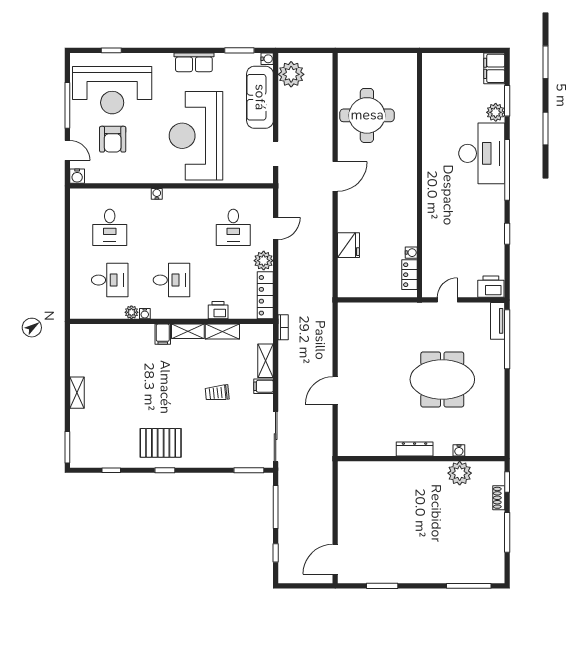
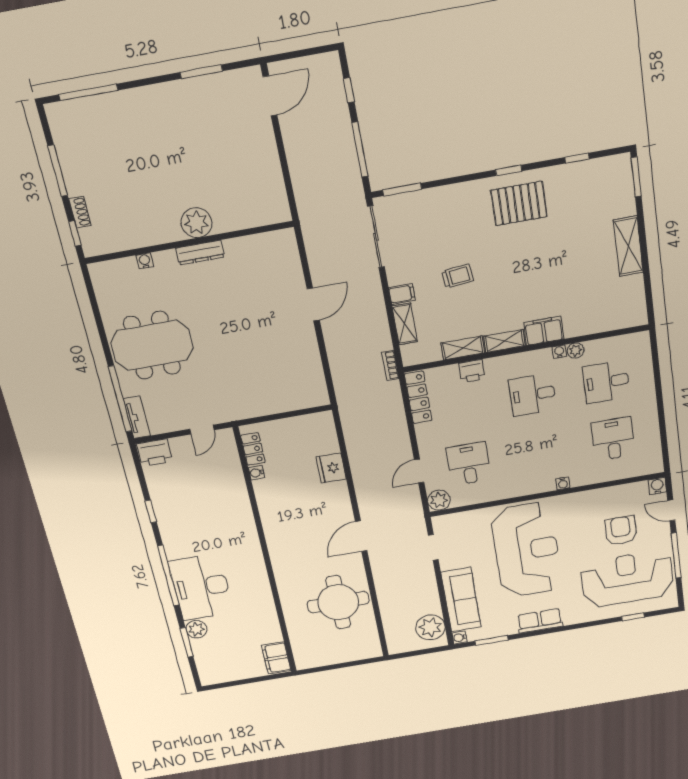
filing cabinet: (494, 68) -> (276, 658), moved, turned 180
plant: (264, 261) -> (439, 500), moved
filing cabinet: (163, 334) -> (544, 331), width x2.00
meeting table: (442, 379) -> (152, 345), moved
shelving: (77, 393) -> (628, 246), width x1.50, depth x1.33
plant: (460, 473) -> (196, 223), moved

